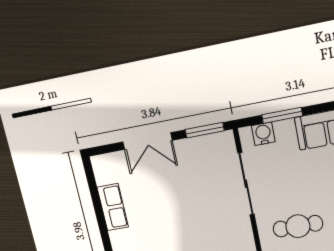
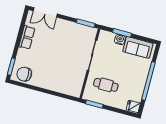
water cooler: (263, 134) -> (120, 39), moved
double door: (147, 141) -> (45, 12), moved

